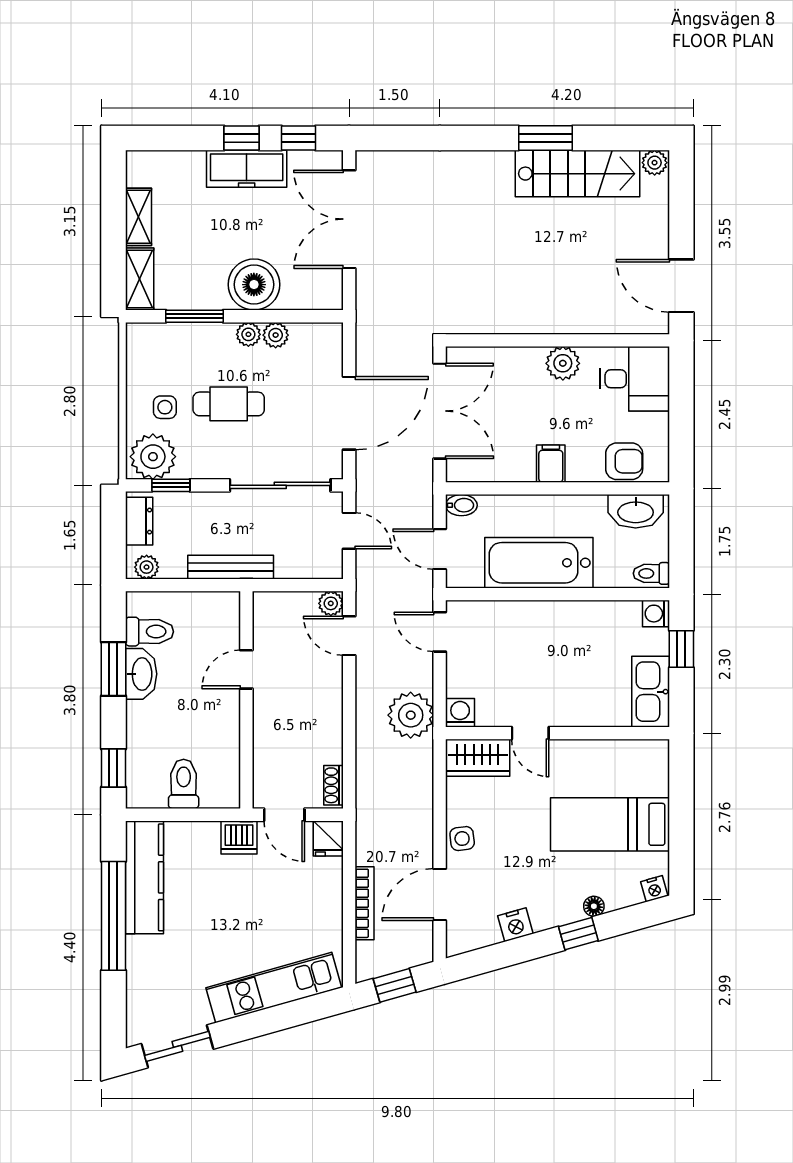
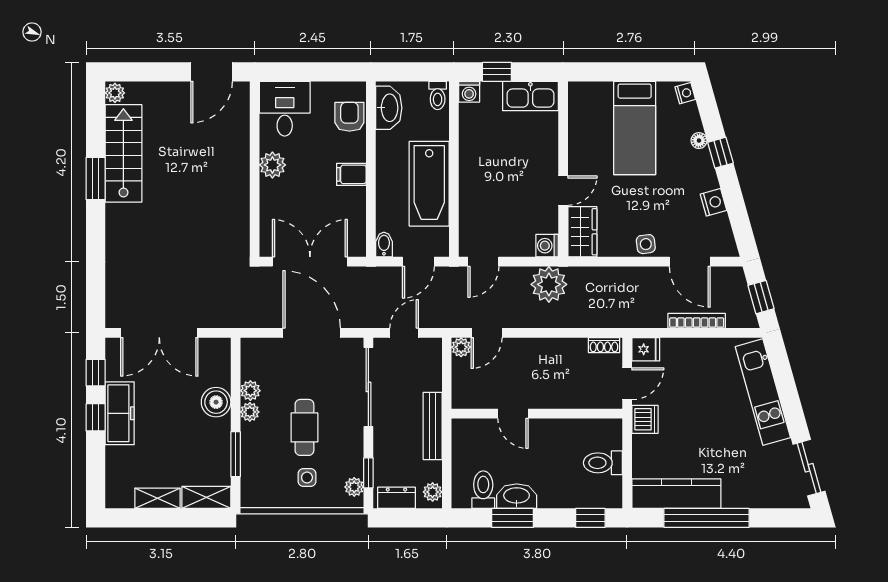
boiler: (254, 285) -> (216, 402), width x0.73, depth x0.73
plant: (153, 457) -> (354, 487), width x0.53, depth x0.53

